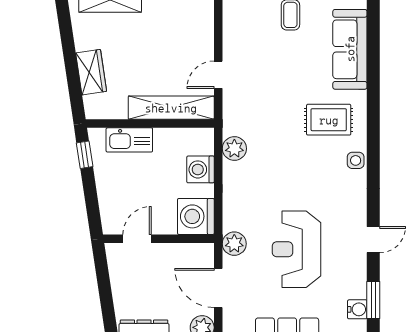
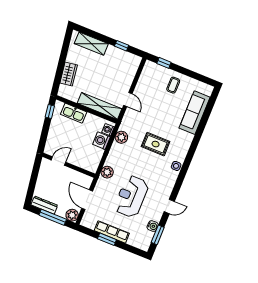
door: (218, 75) -> (128, 99), swing flipped
rug: (329, 120) -> (156, 144), moved
washing machine: (196, 216) -> (108, 130), moved, width x0.53, depth x0.53
plant: (234, 244) -> (107, 172), moved
water cooler: (357, 309) -> (153, 226), moved

